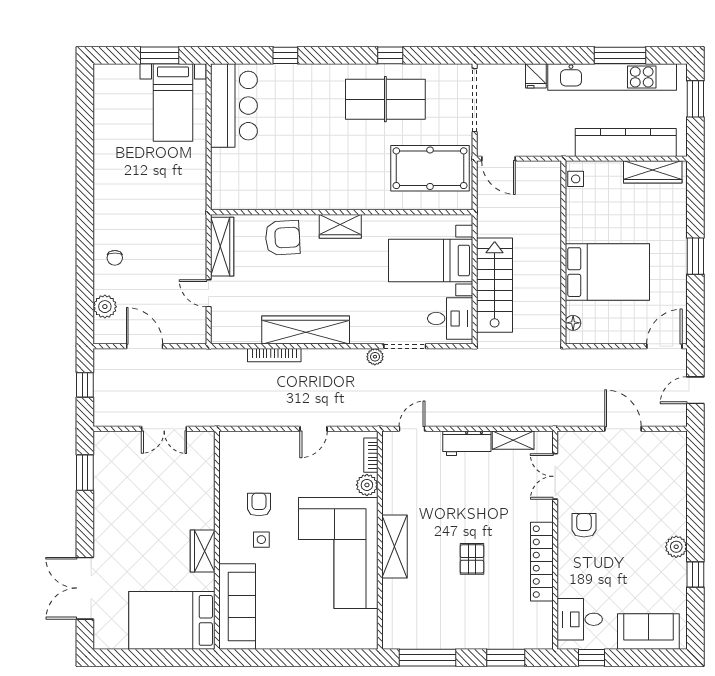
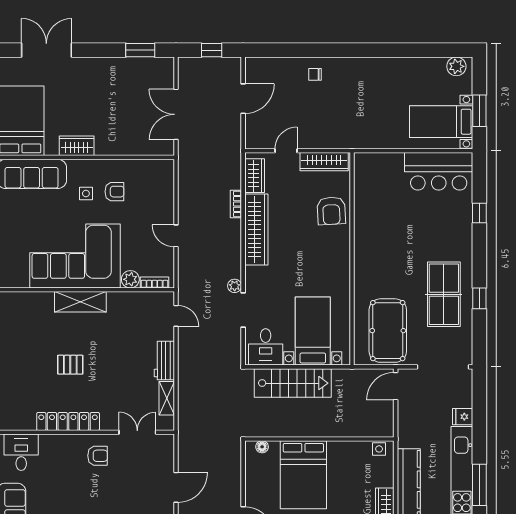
wardrobe: (340, 226) -> (255, 176), moved, turned 180
plant: (105, 307) -> (456, 66), moved
bookcase: (274, 355) -> (236, 204), width x0.64
double door: (164, 429) -> (176, 114), width x1.37

